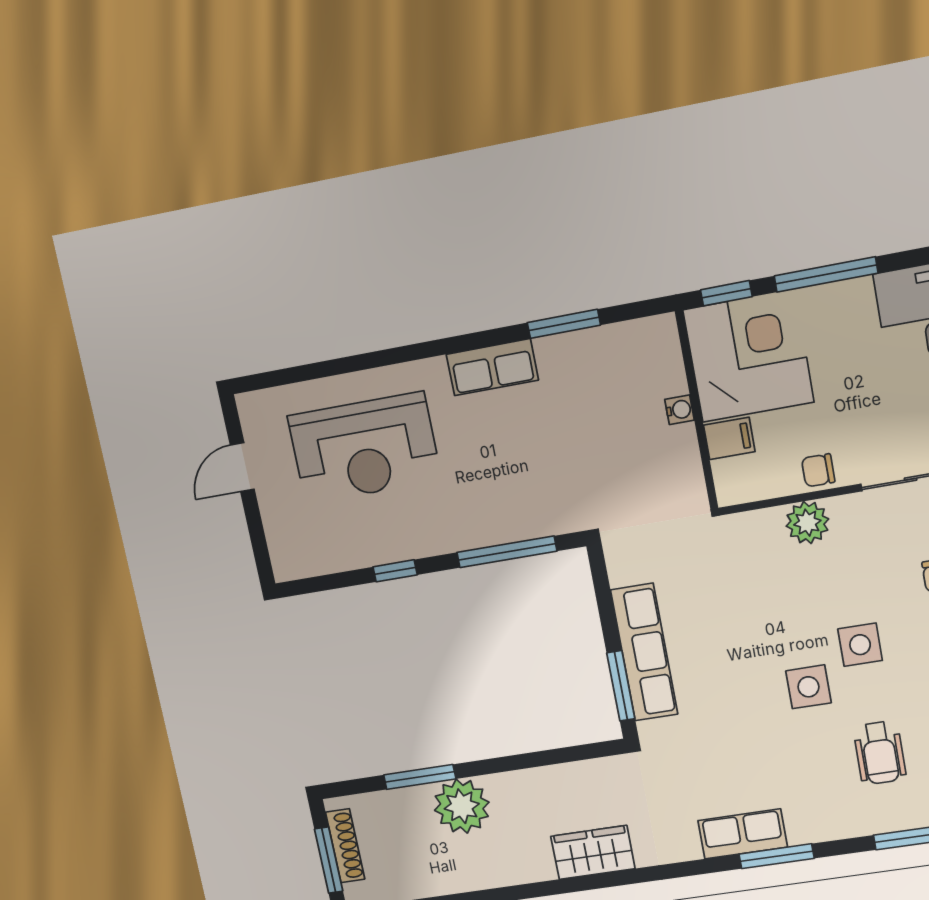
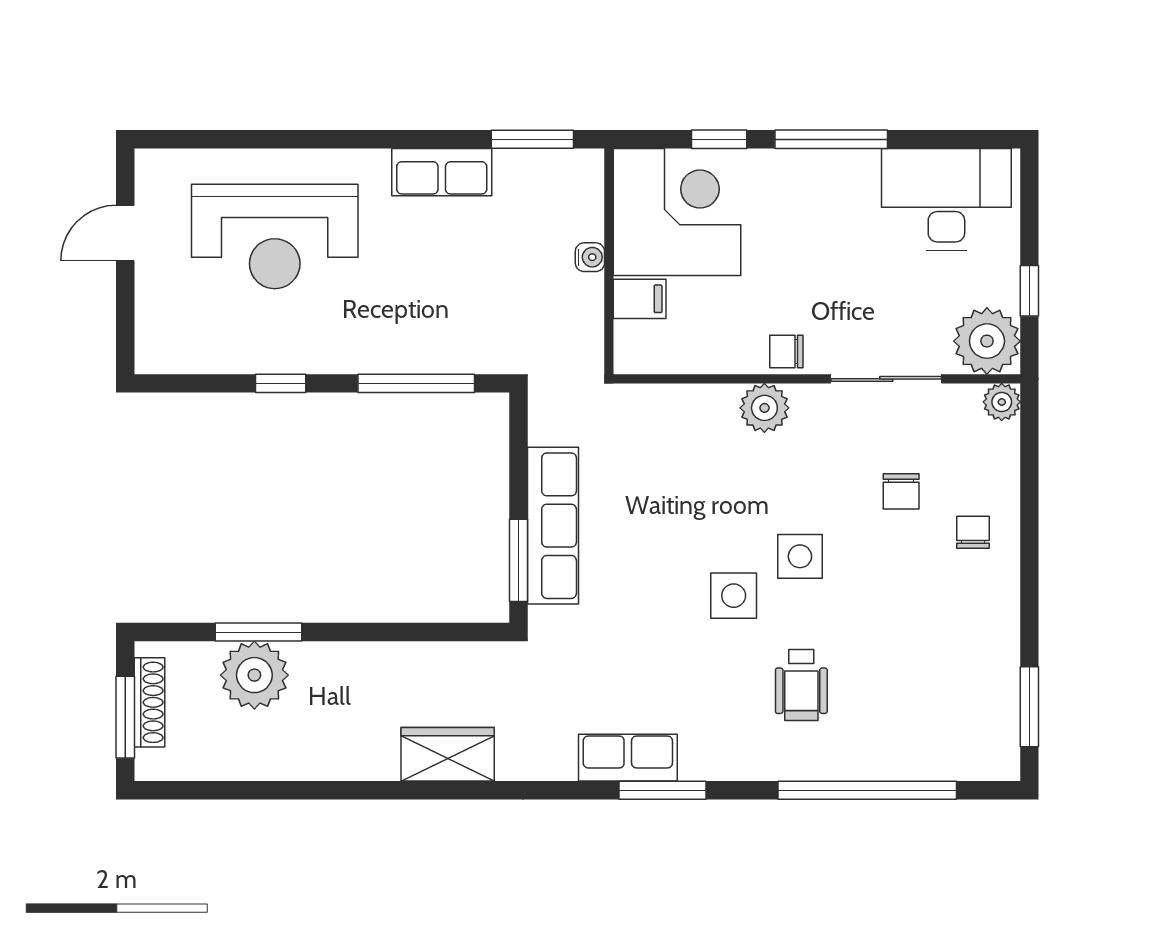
corner desk: (748, 356) -> (677, 212), moved
water cooler: (680, 410) -> (590, 257), moved
wall: (697, 410) -> (609, 261), moved
filing cabinet: (729, 438) -> (640, 299), moved
plant: (462, 806) -> (254, 675), moved

